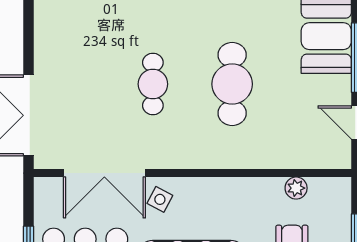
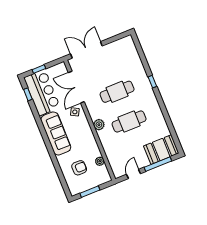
cafe table: (153, 84) -> (117, 92), width x1.37, depth x1.35
plant: (211, 156) -> (99, 125), added

